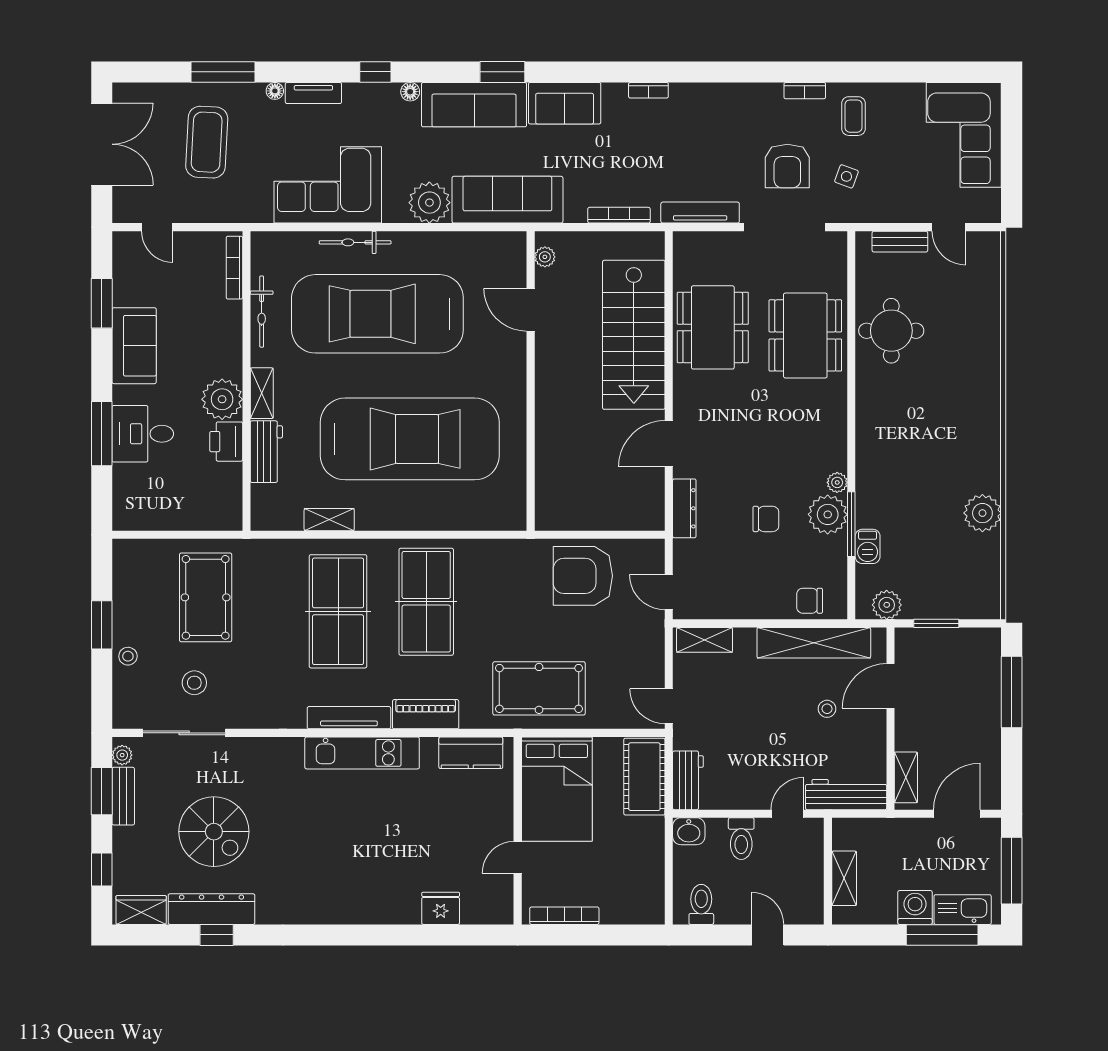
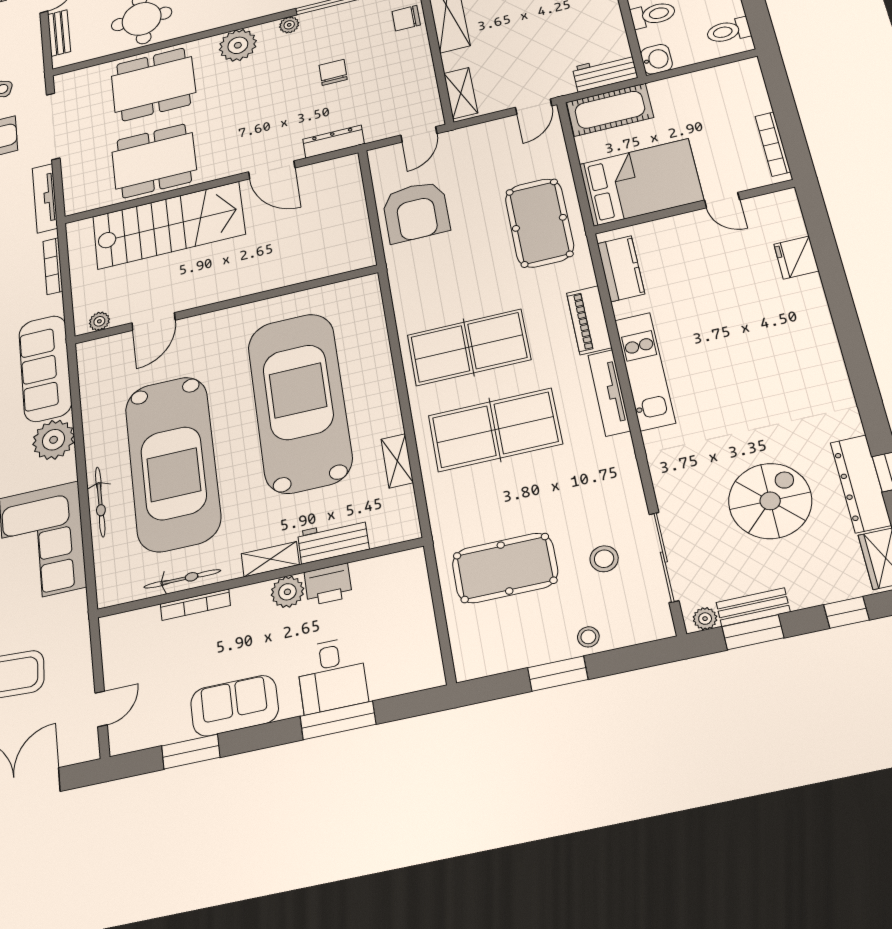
bookcase: (234, 268) -> (195, 605), moved
plant: (222, 399) -> (287, 592), width x0.73, depth x0.73
plant: (828, 514) -> (238, 45), moved
chair: (810, 601) -> (406, 18), turned 90

